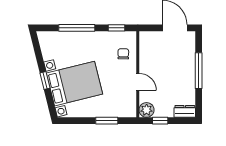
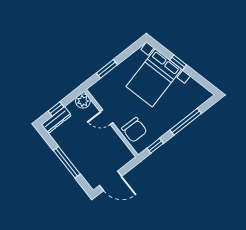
chair: (123, 54) -> (134, 130), width x1.87, depth x1.87
dresser: (185, 111) -> (56, 120), width x1.44
window: (160, 121) -> (56, 109), moved

